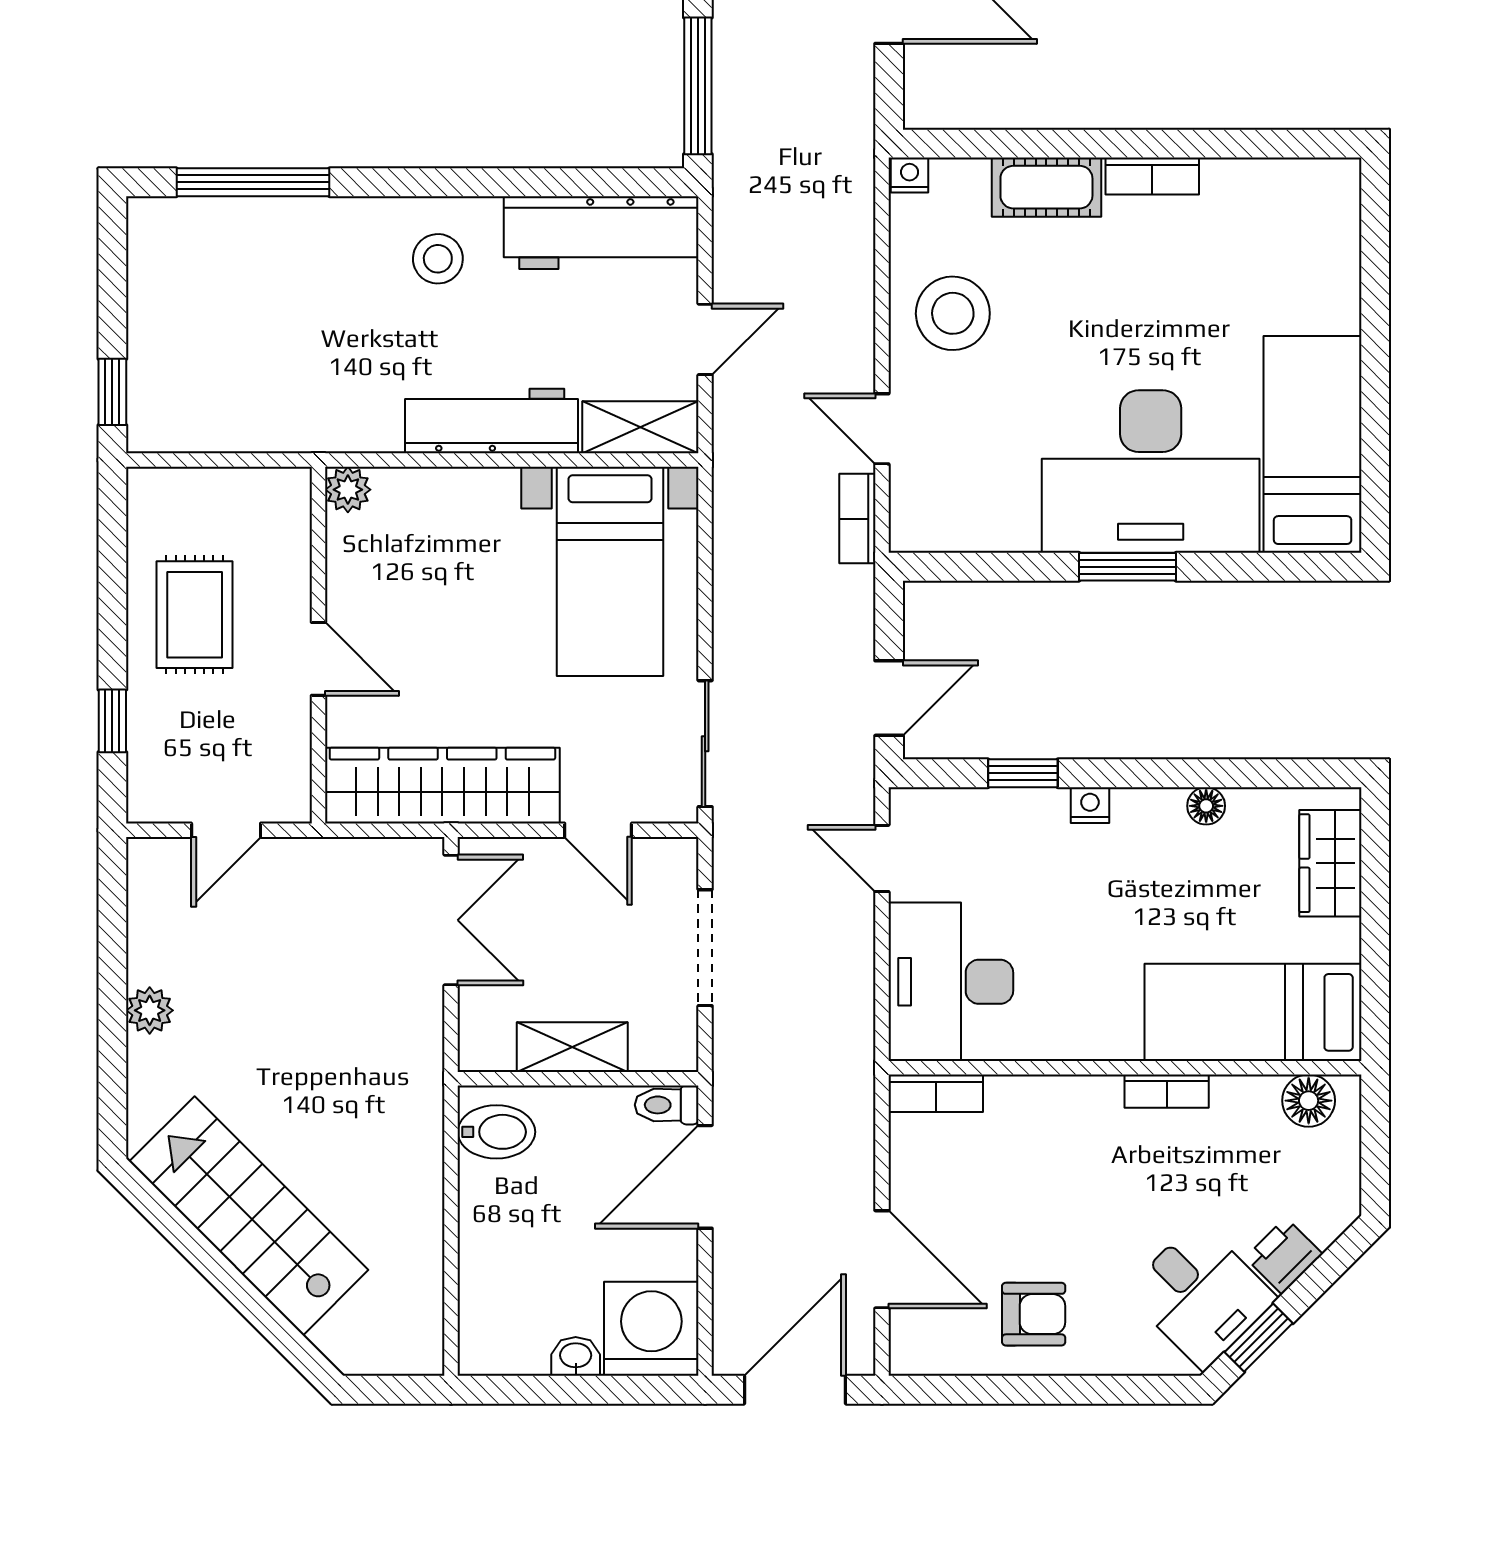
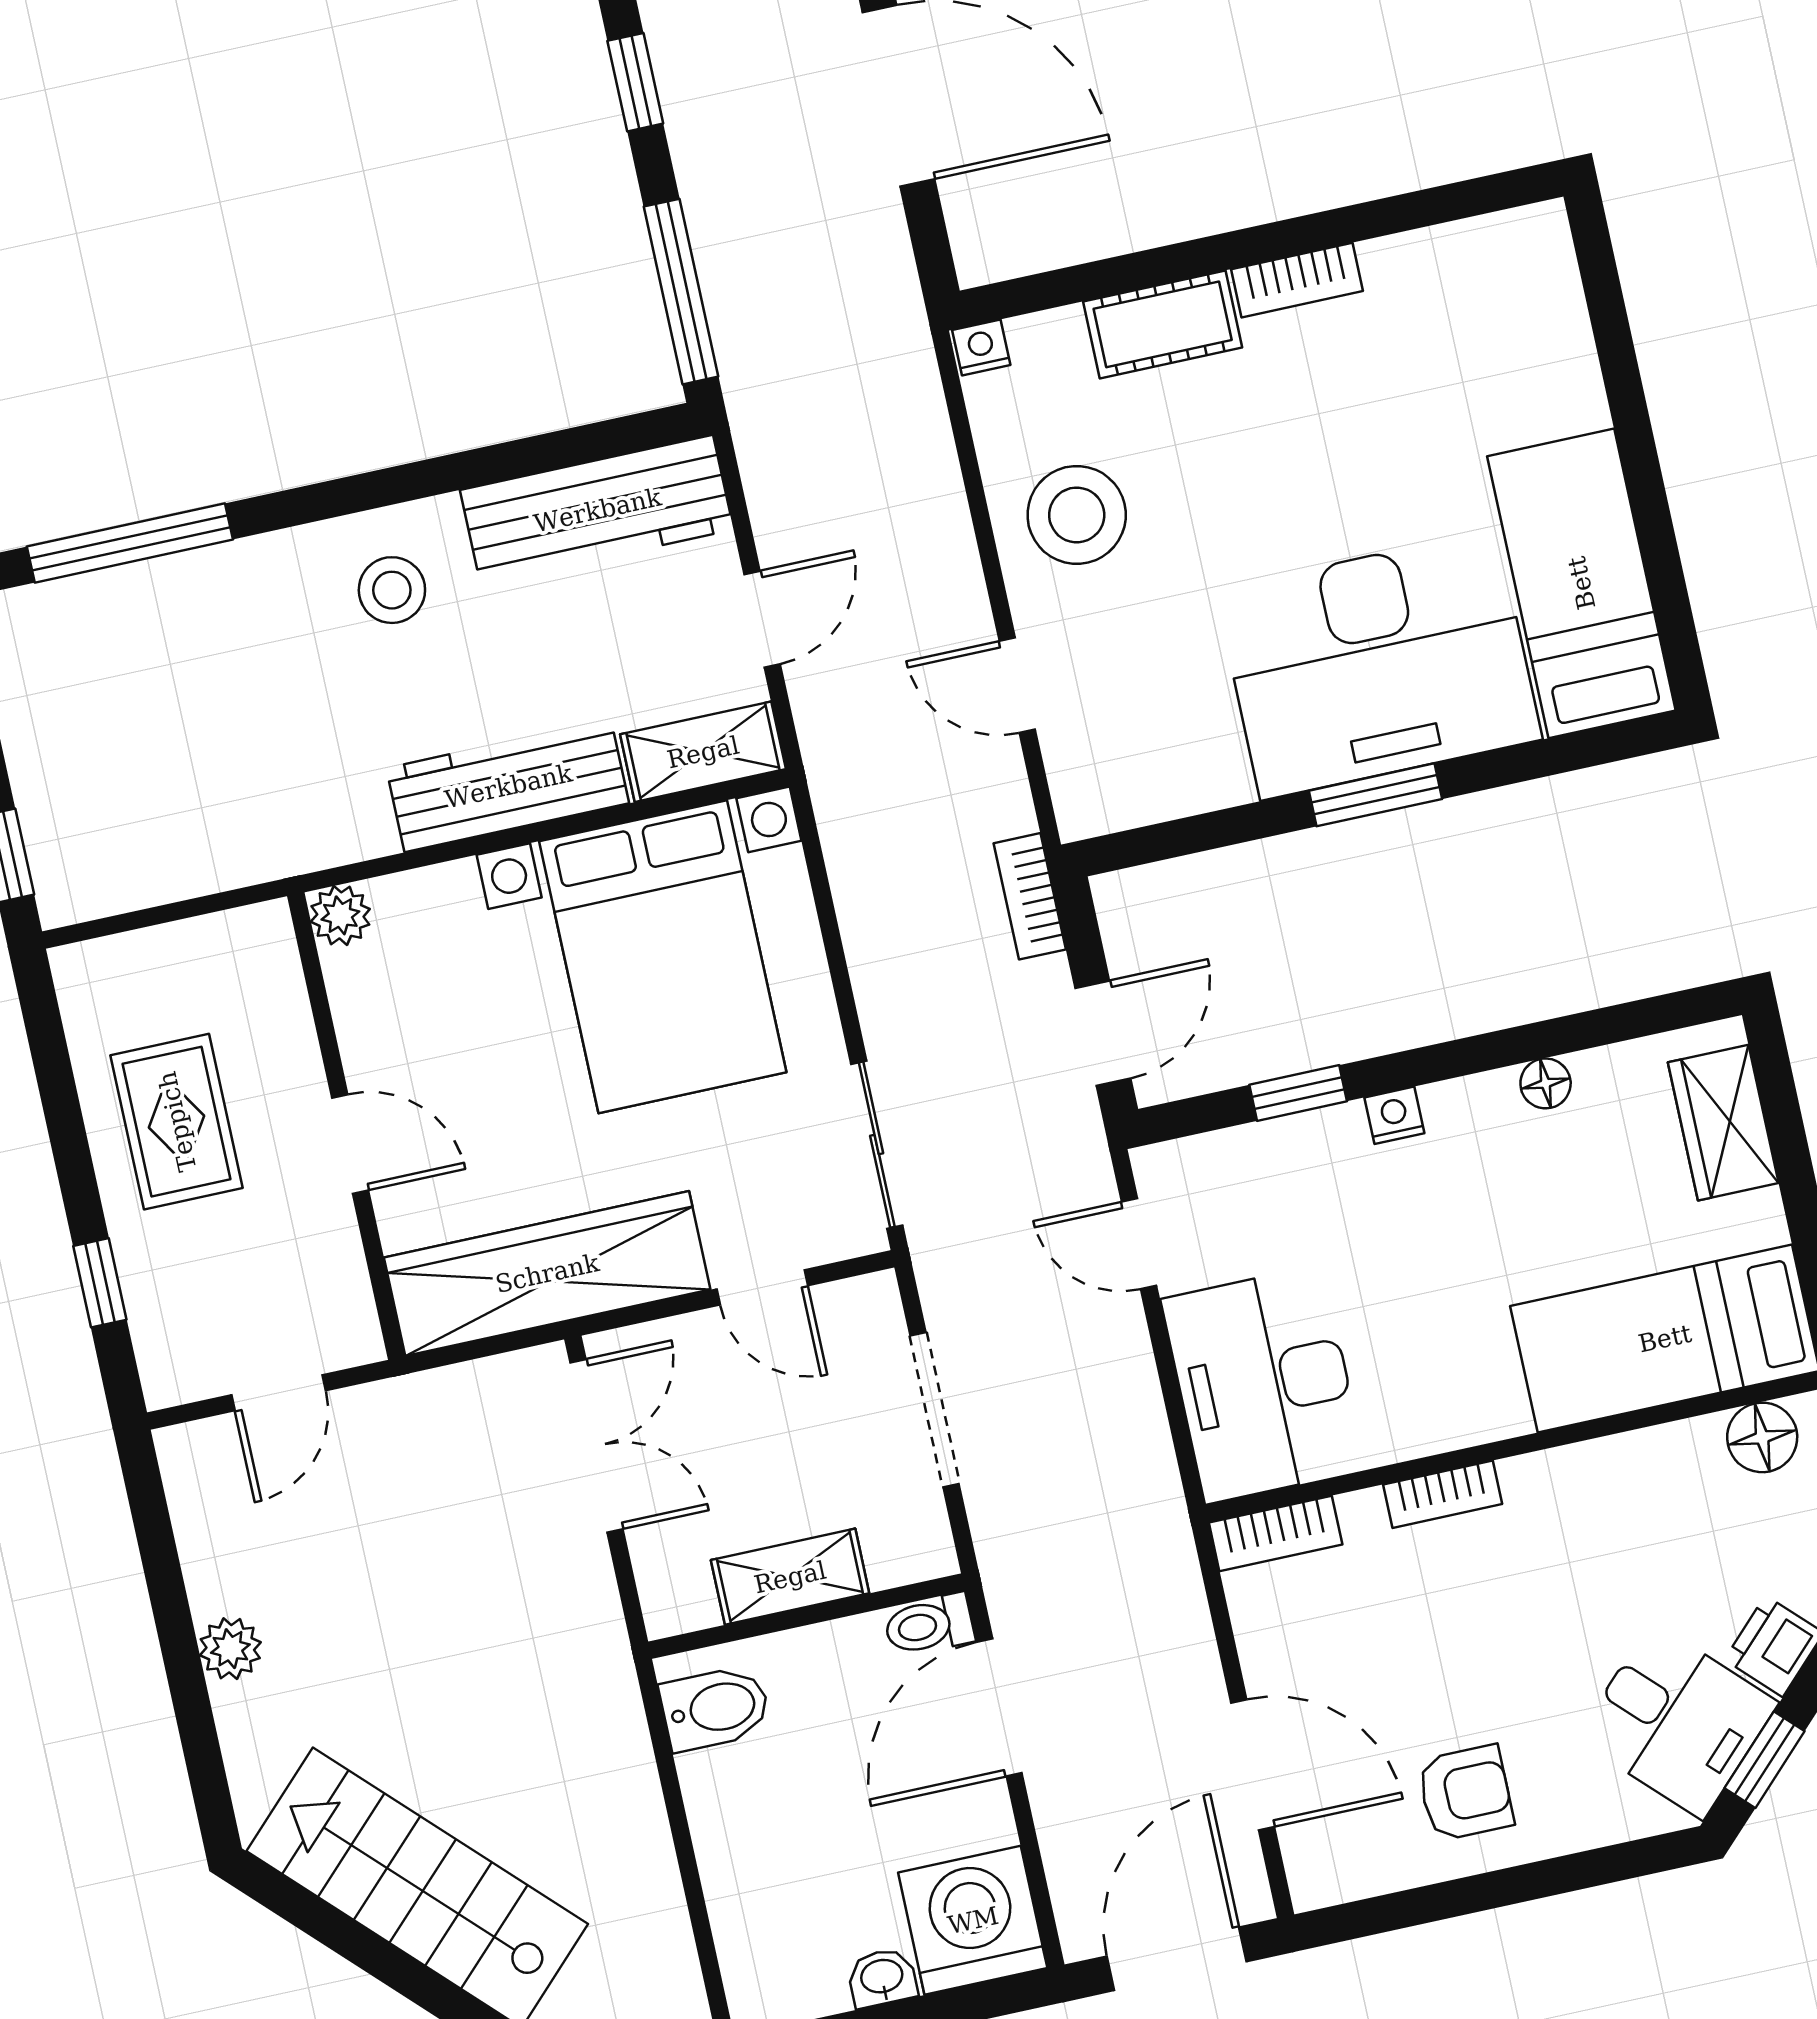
bookcase: (857, 519) -> (1030, 896), moved
bed with nightstands: (610, 571) -> (663, 957), width x1.36
bookcase: (1167, 1091) -> (1443, 1494), moved

